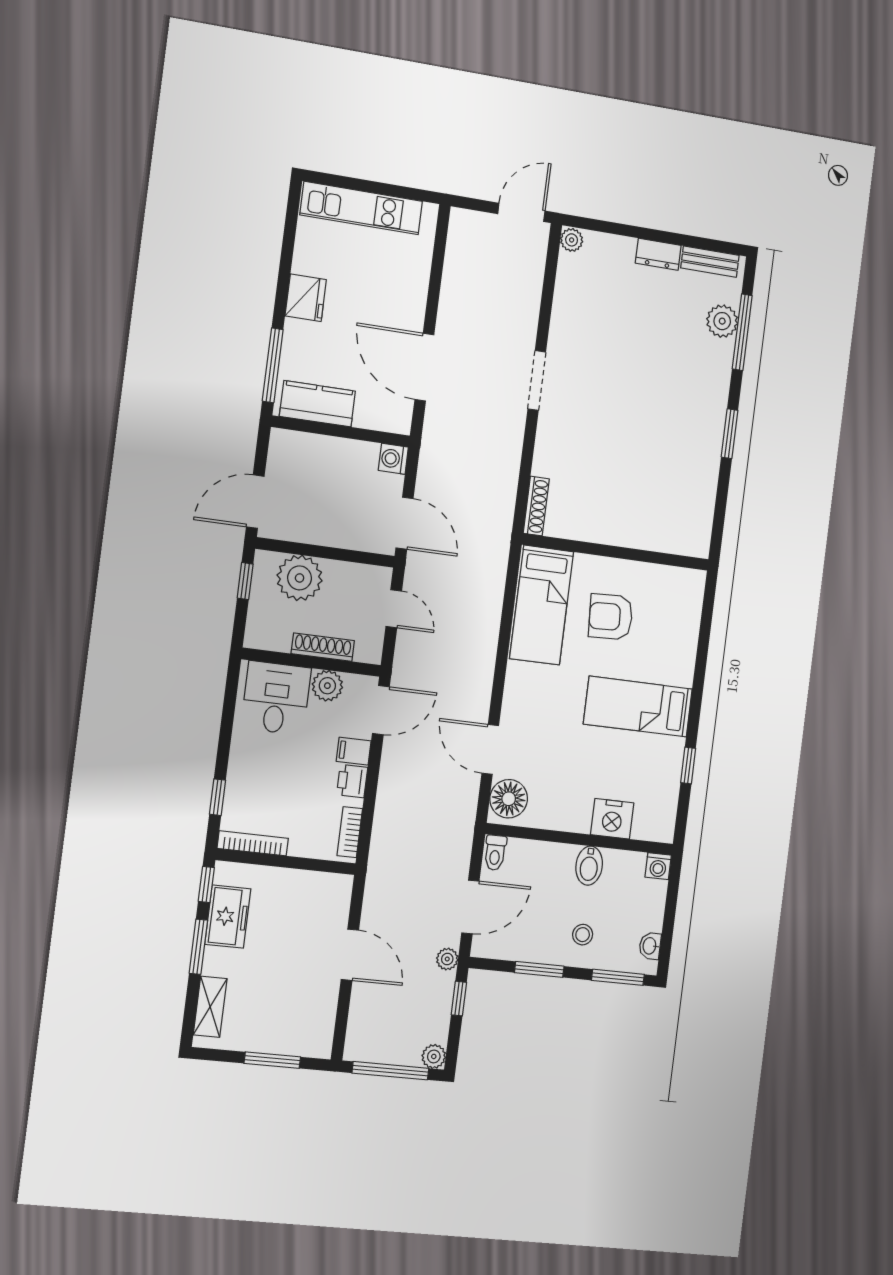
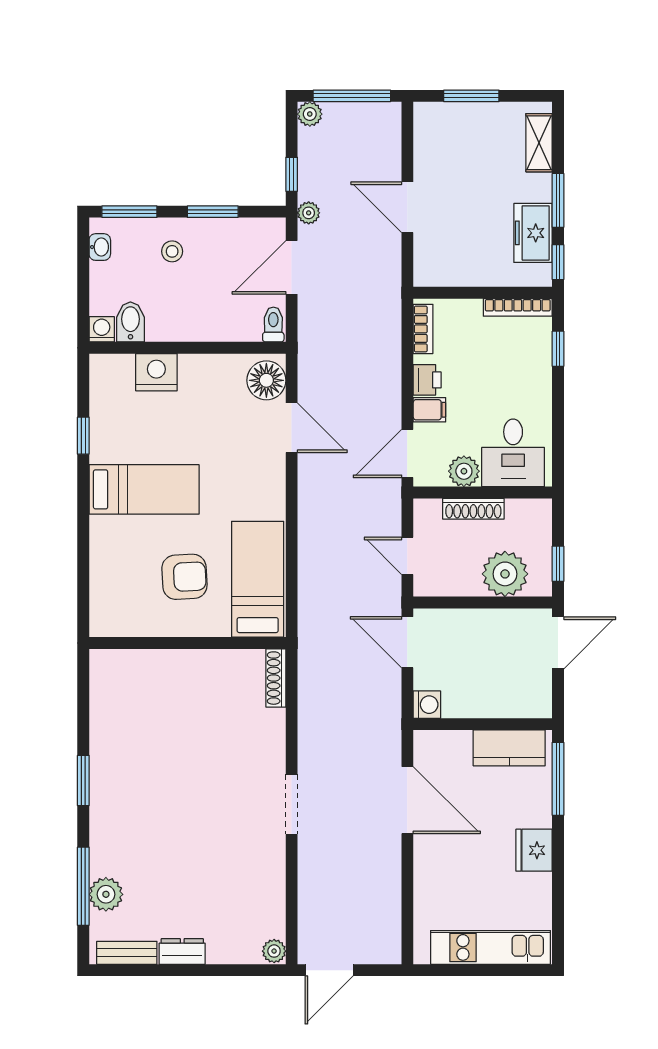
bidet: (589, 866) -> (130, 322), moved

